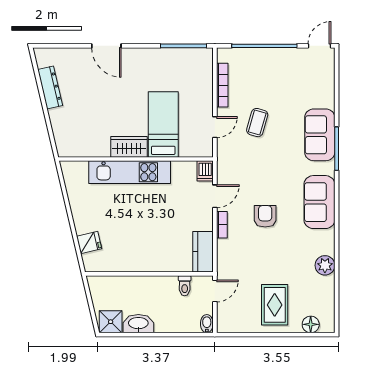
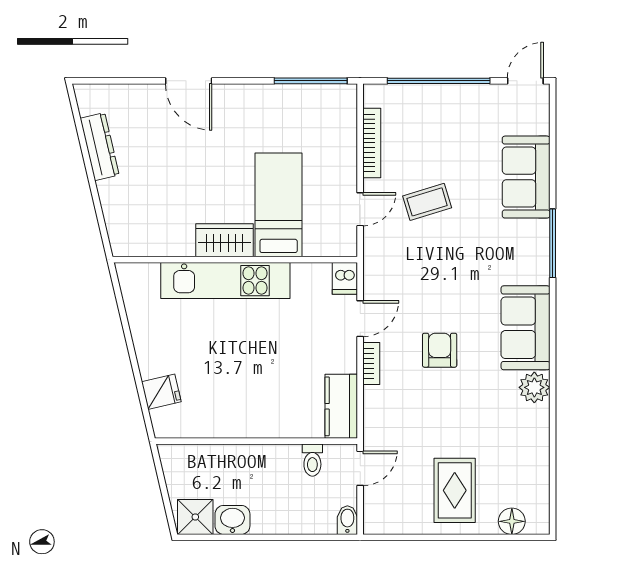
coffee table: (257, 123) -> (427, 202), turned 57
sofa: (320, 135) -> (526, 177), moved
plant: (325, 265) -> (534, 387), moved
washbasin: (138, 324) -> (232, 520), width x0.72

